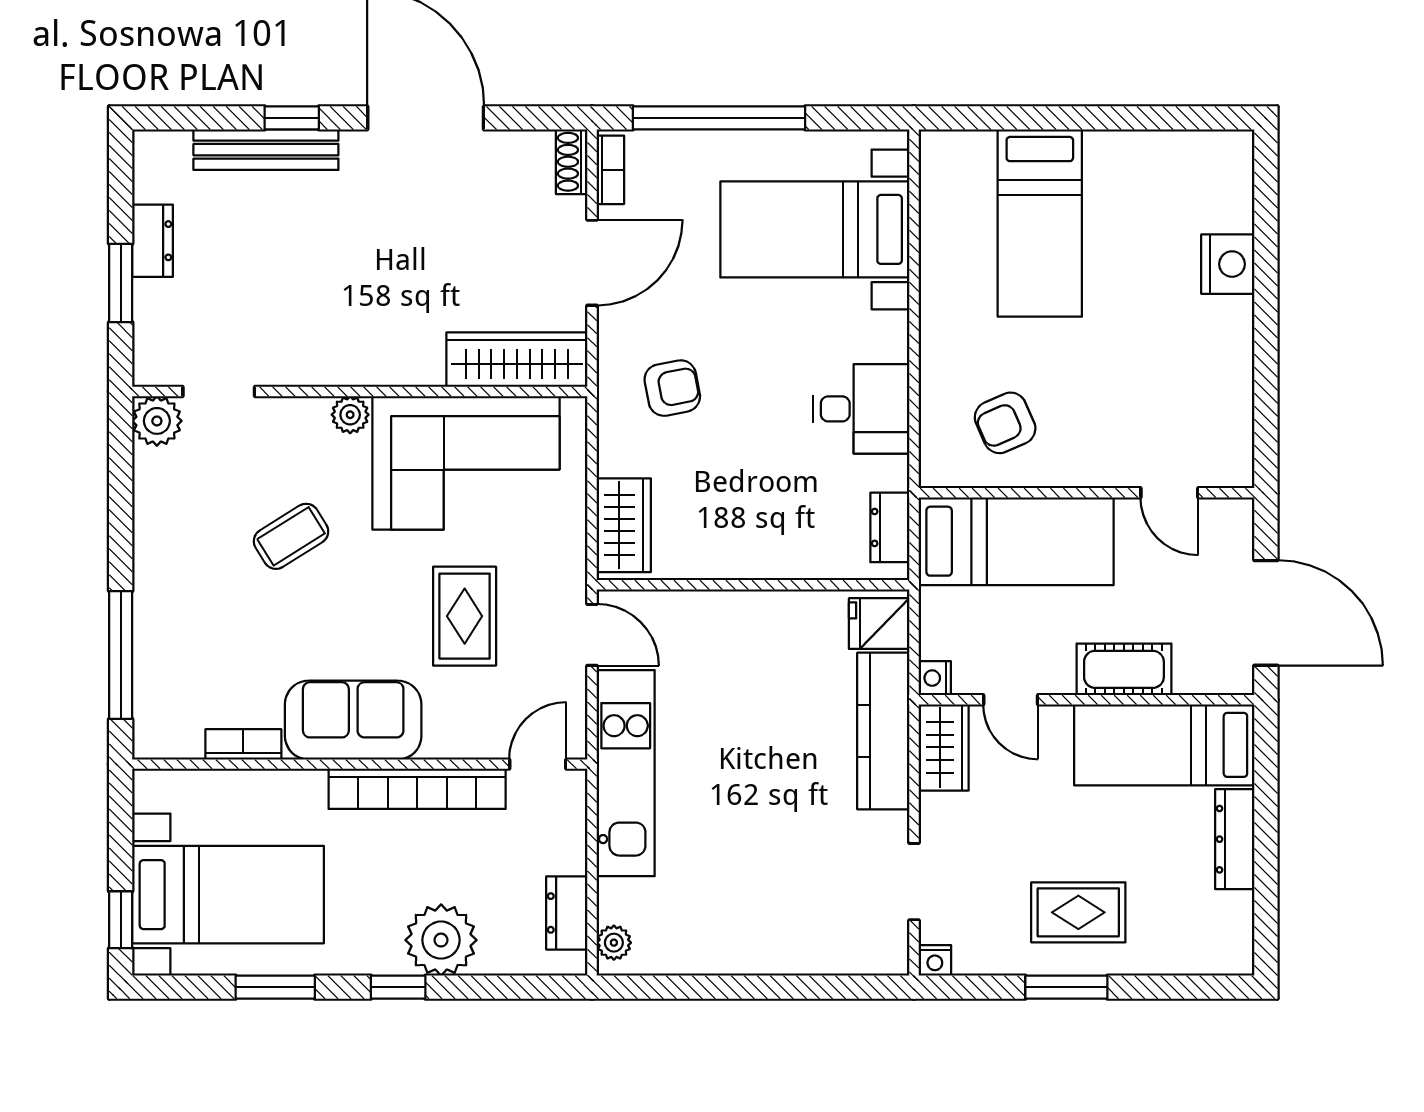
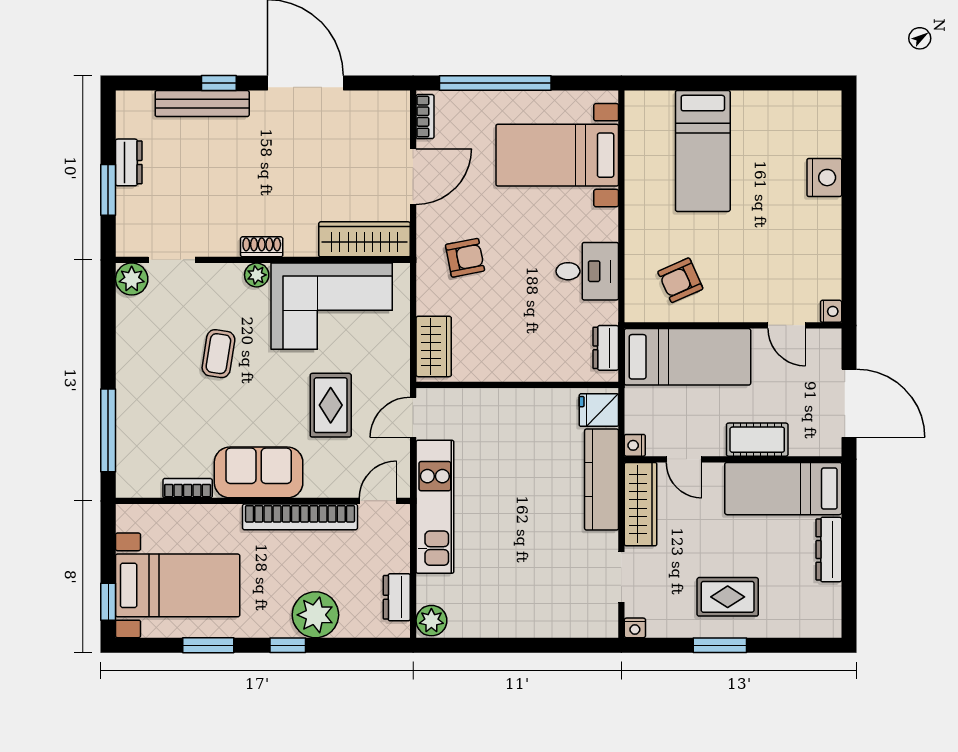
shoe rack: (572, 162) -> (262, 247), moved, turned 90
nightstand: (1238, 471) -> (831, 311), added
coffee table: (291, 536) -> (218, 354), turned -49
door: (592, 635) -> (413, 417), swing flipped
wardrobe: (944, 747) -> (641, 504), width x1.50
plant: (614, 943) -> (431, 621), width x1.38, depth x1.38

